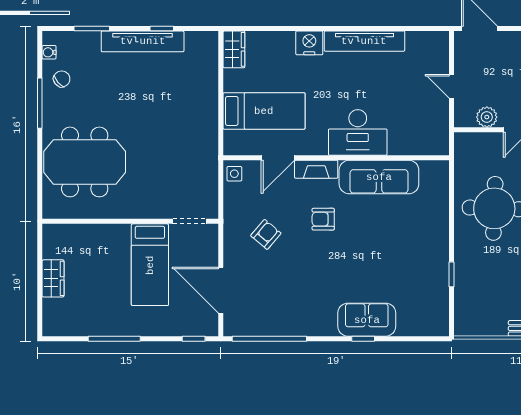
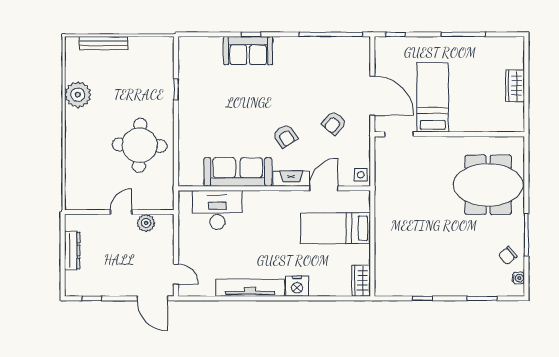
tv unit: (143, 41) -> (439, 287), removed
door: (452, 86) -> (176, 274), moved
desk: (358, 132) -> (217, 210), moved
armchair: (323, 219) -> (285, 136), turned 55
door: (221, 290) -> (372, 96), moved

